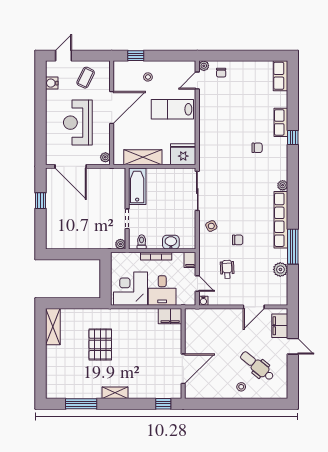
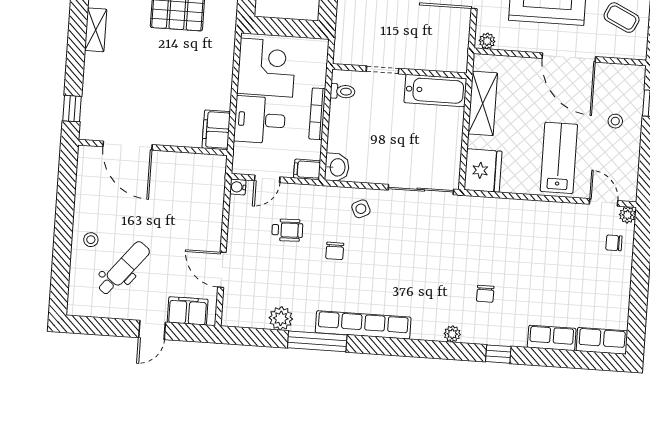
row of seats: (281, 122) -> (552, 338), moved
plant: (283, 185) -> (452, 334), moved
washbasin: (171, 242) -> (337, 167), moved
plant: (120, 244) -> (341, 56), removed

